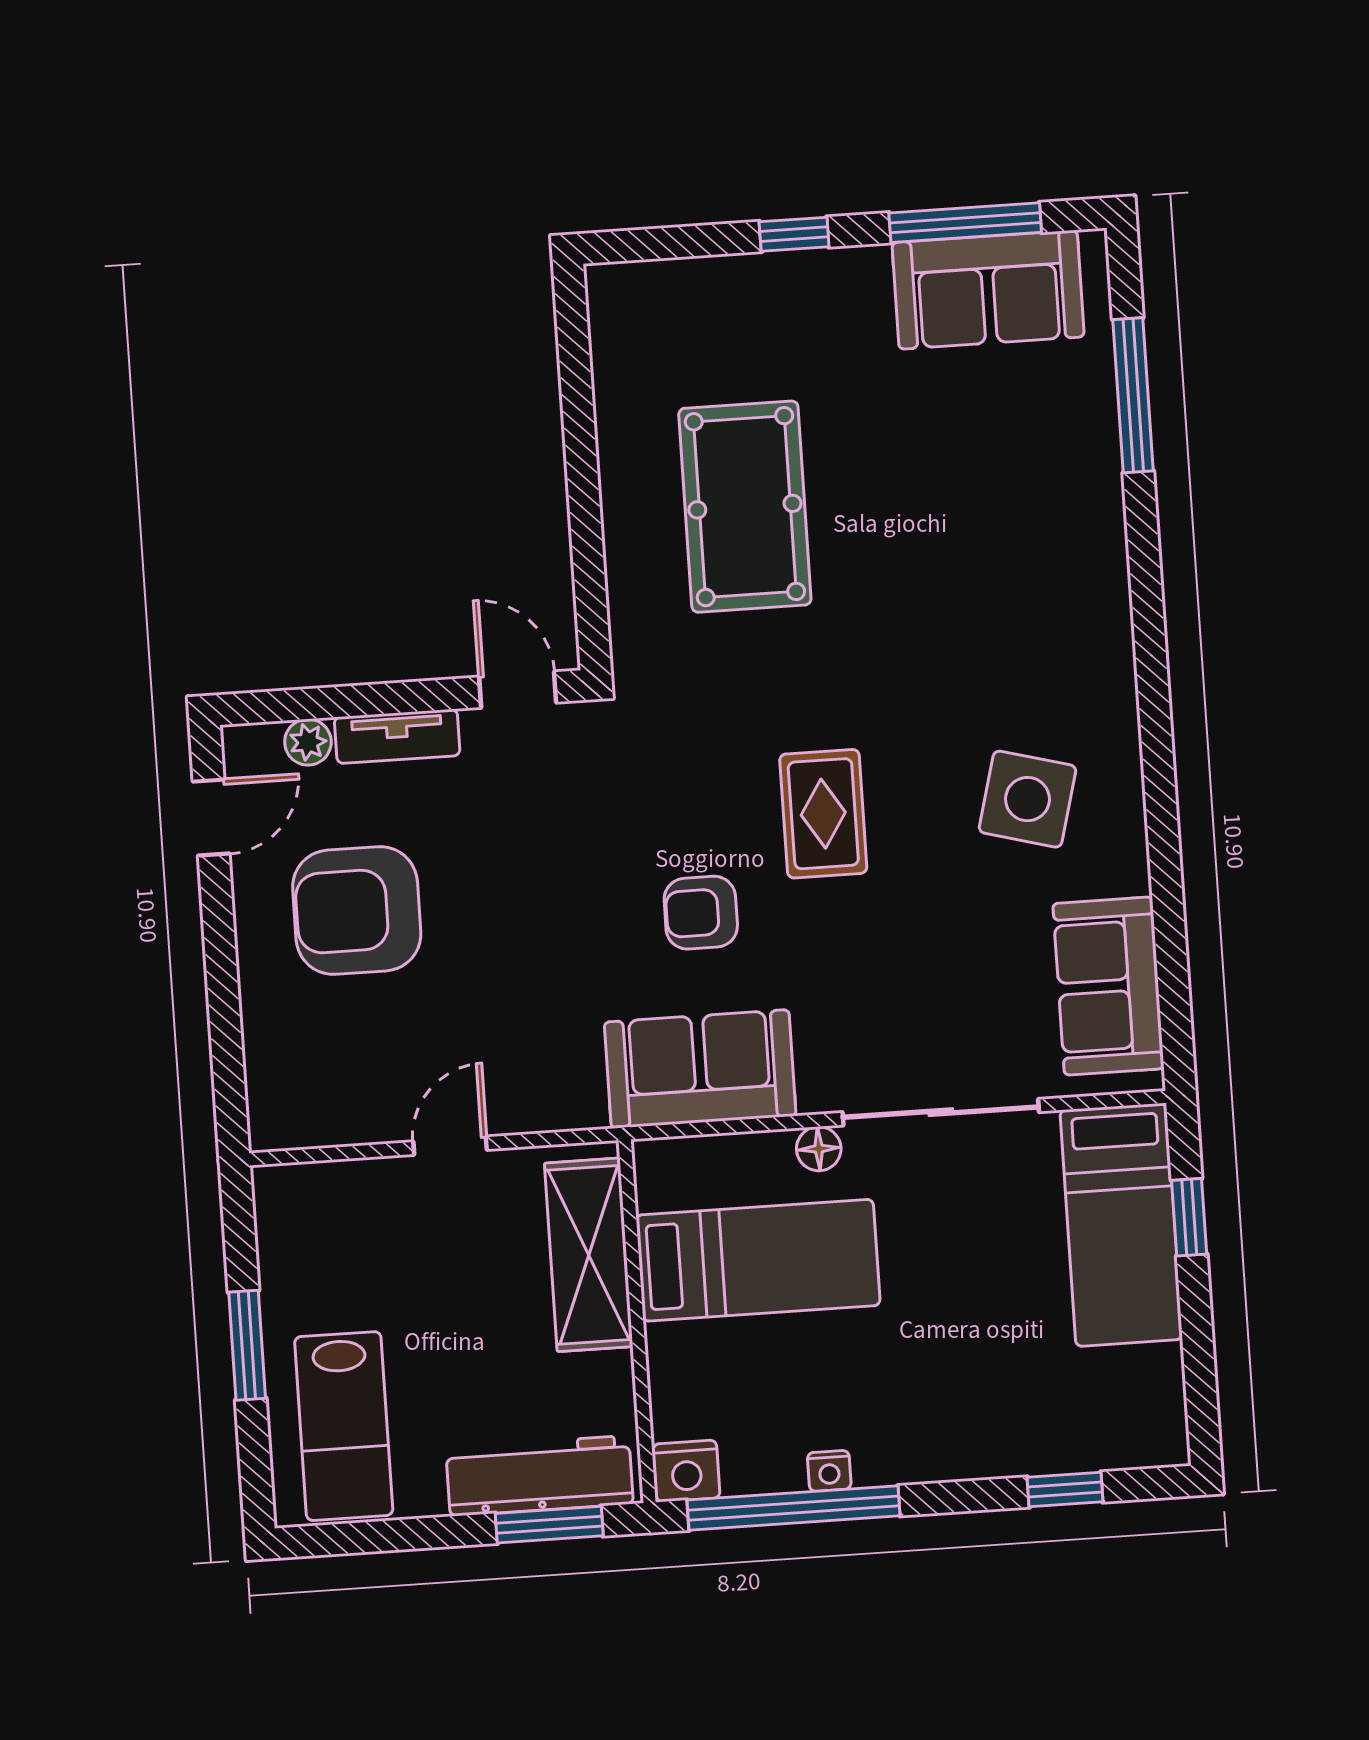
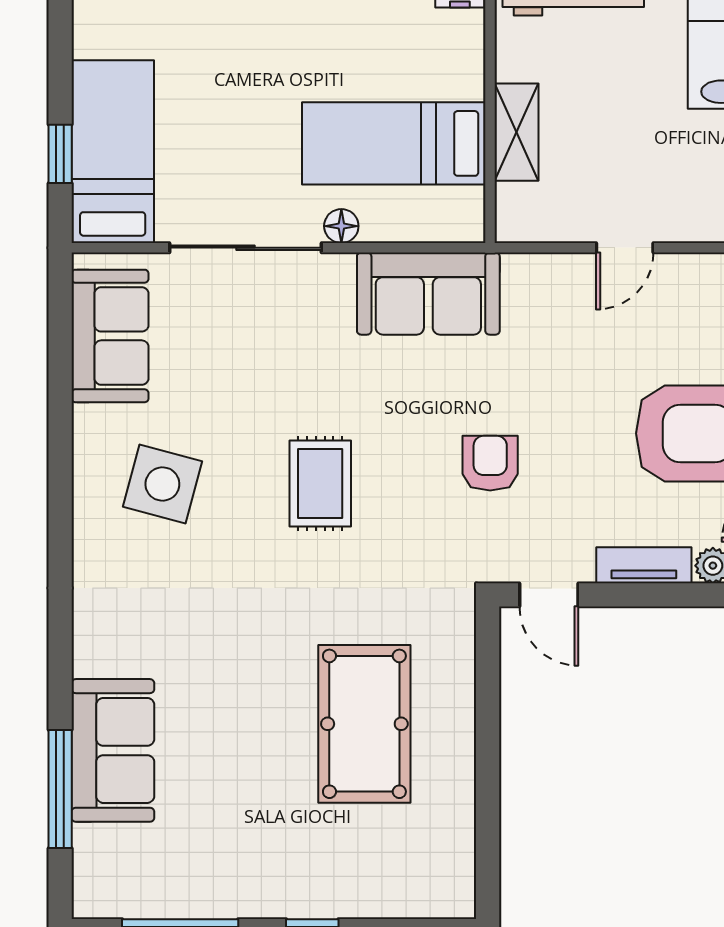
sofa: (988, 290) -> (113, 750), moved, turned 90
armchair: (701, 913) -> (490, 463), moved, turned -90
shelving: (589, 1255) -> (517, 132), width x0.67, depth x0.75

